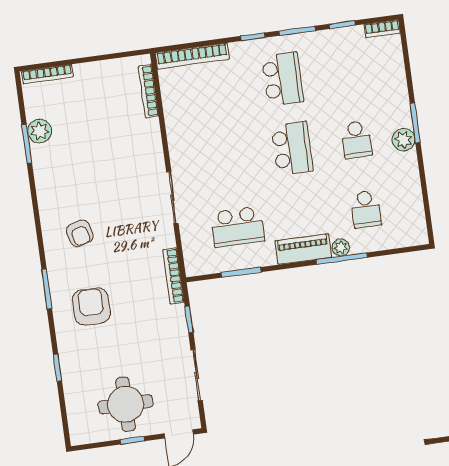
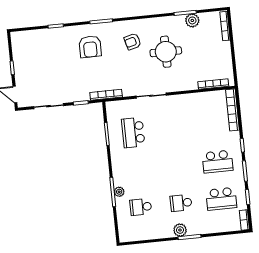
school desk: (292, 148) -> (221, 199), moved
piano: (303, 249) -> (119, 170), removed
armchair: (91, 307) -> (90, 47), turned 90
round table: (126, 404) -> (166, 52), moved

